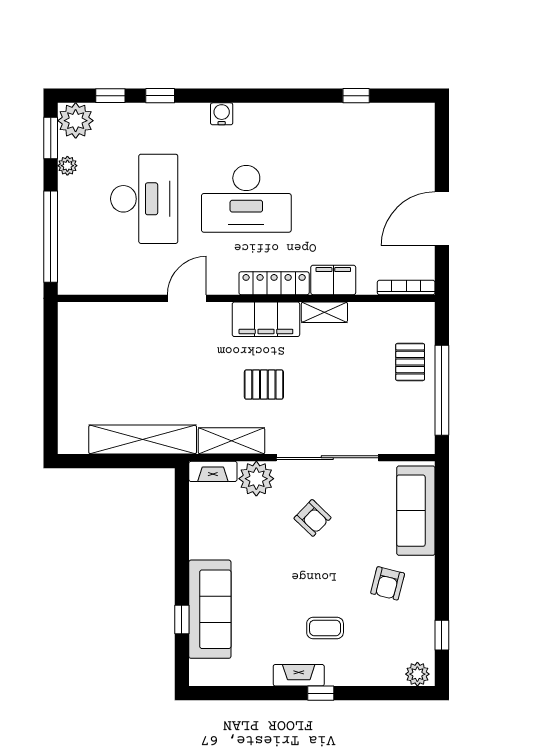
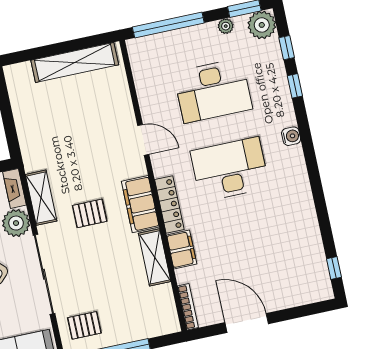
window: (356, 96) -> (334, 268), moved
desk: (246, 199) -> (230, 169), turned 90
shelving: (324, 312) -> (155, 257), width x1.50, depth x1.33
pallet: (410, 362) -> (84, 325), moved
pallet: (264, 385) -> (90, 213), turned 90
shelving: (143, 439) -> (75, 62), moved, turned 90

